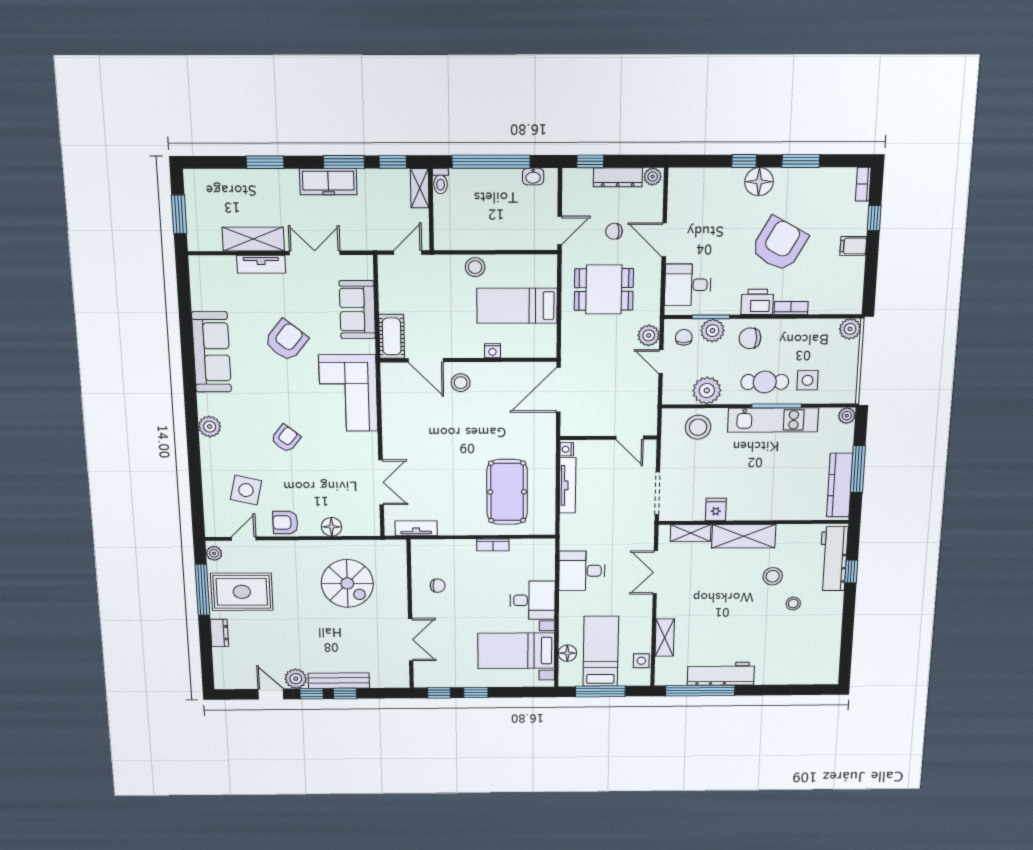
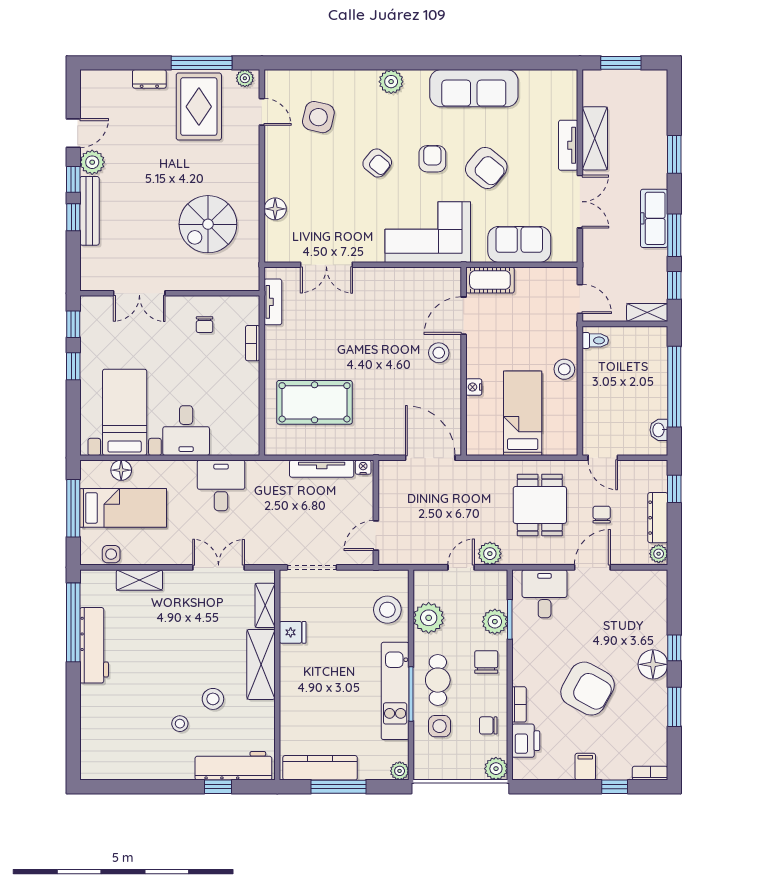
toilet: (440, 181) -> (595, 340), moved, turned 180
printer: (757, 302) -> (526, 741), moved
chair: (684, 337) -> (488, 725), moved, turned 180
armchair: (285, 522) -> (432, 159), moved
bookcase: (493, 545) -> (253, 343), moved

